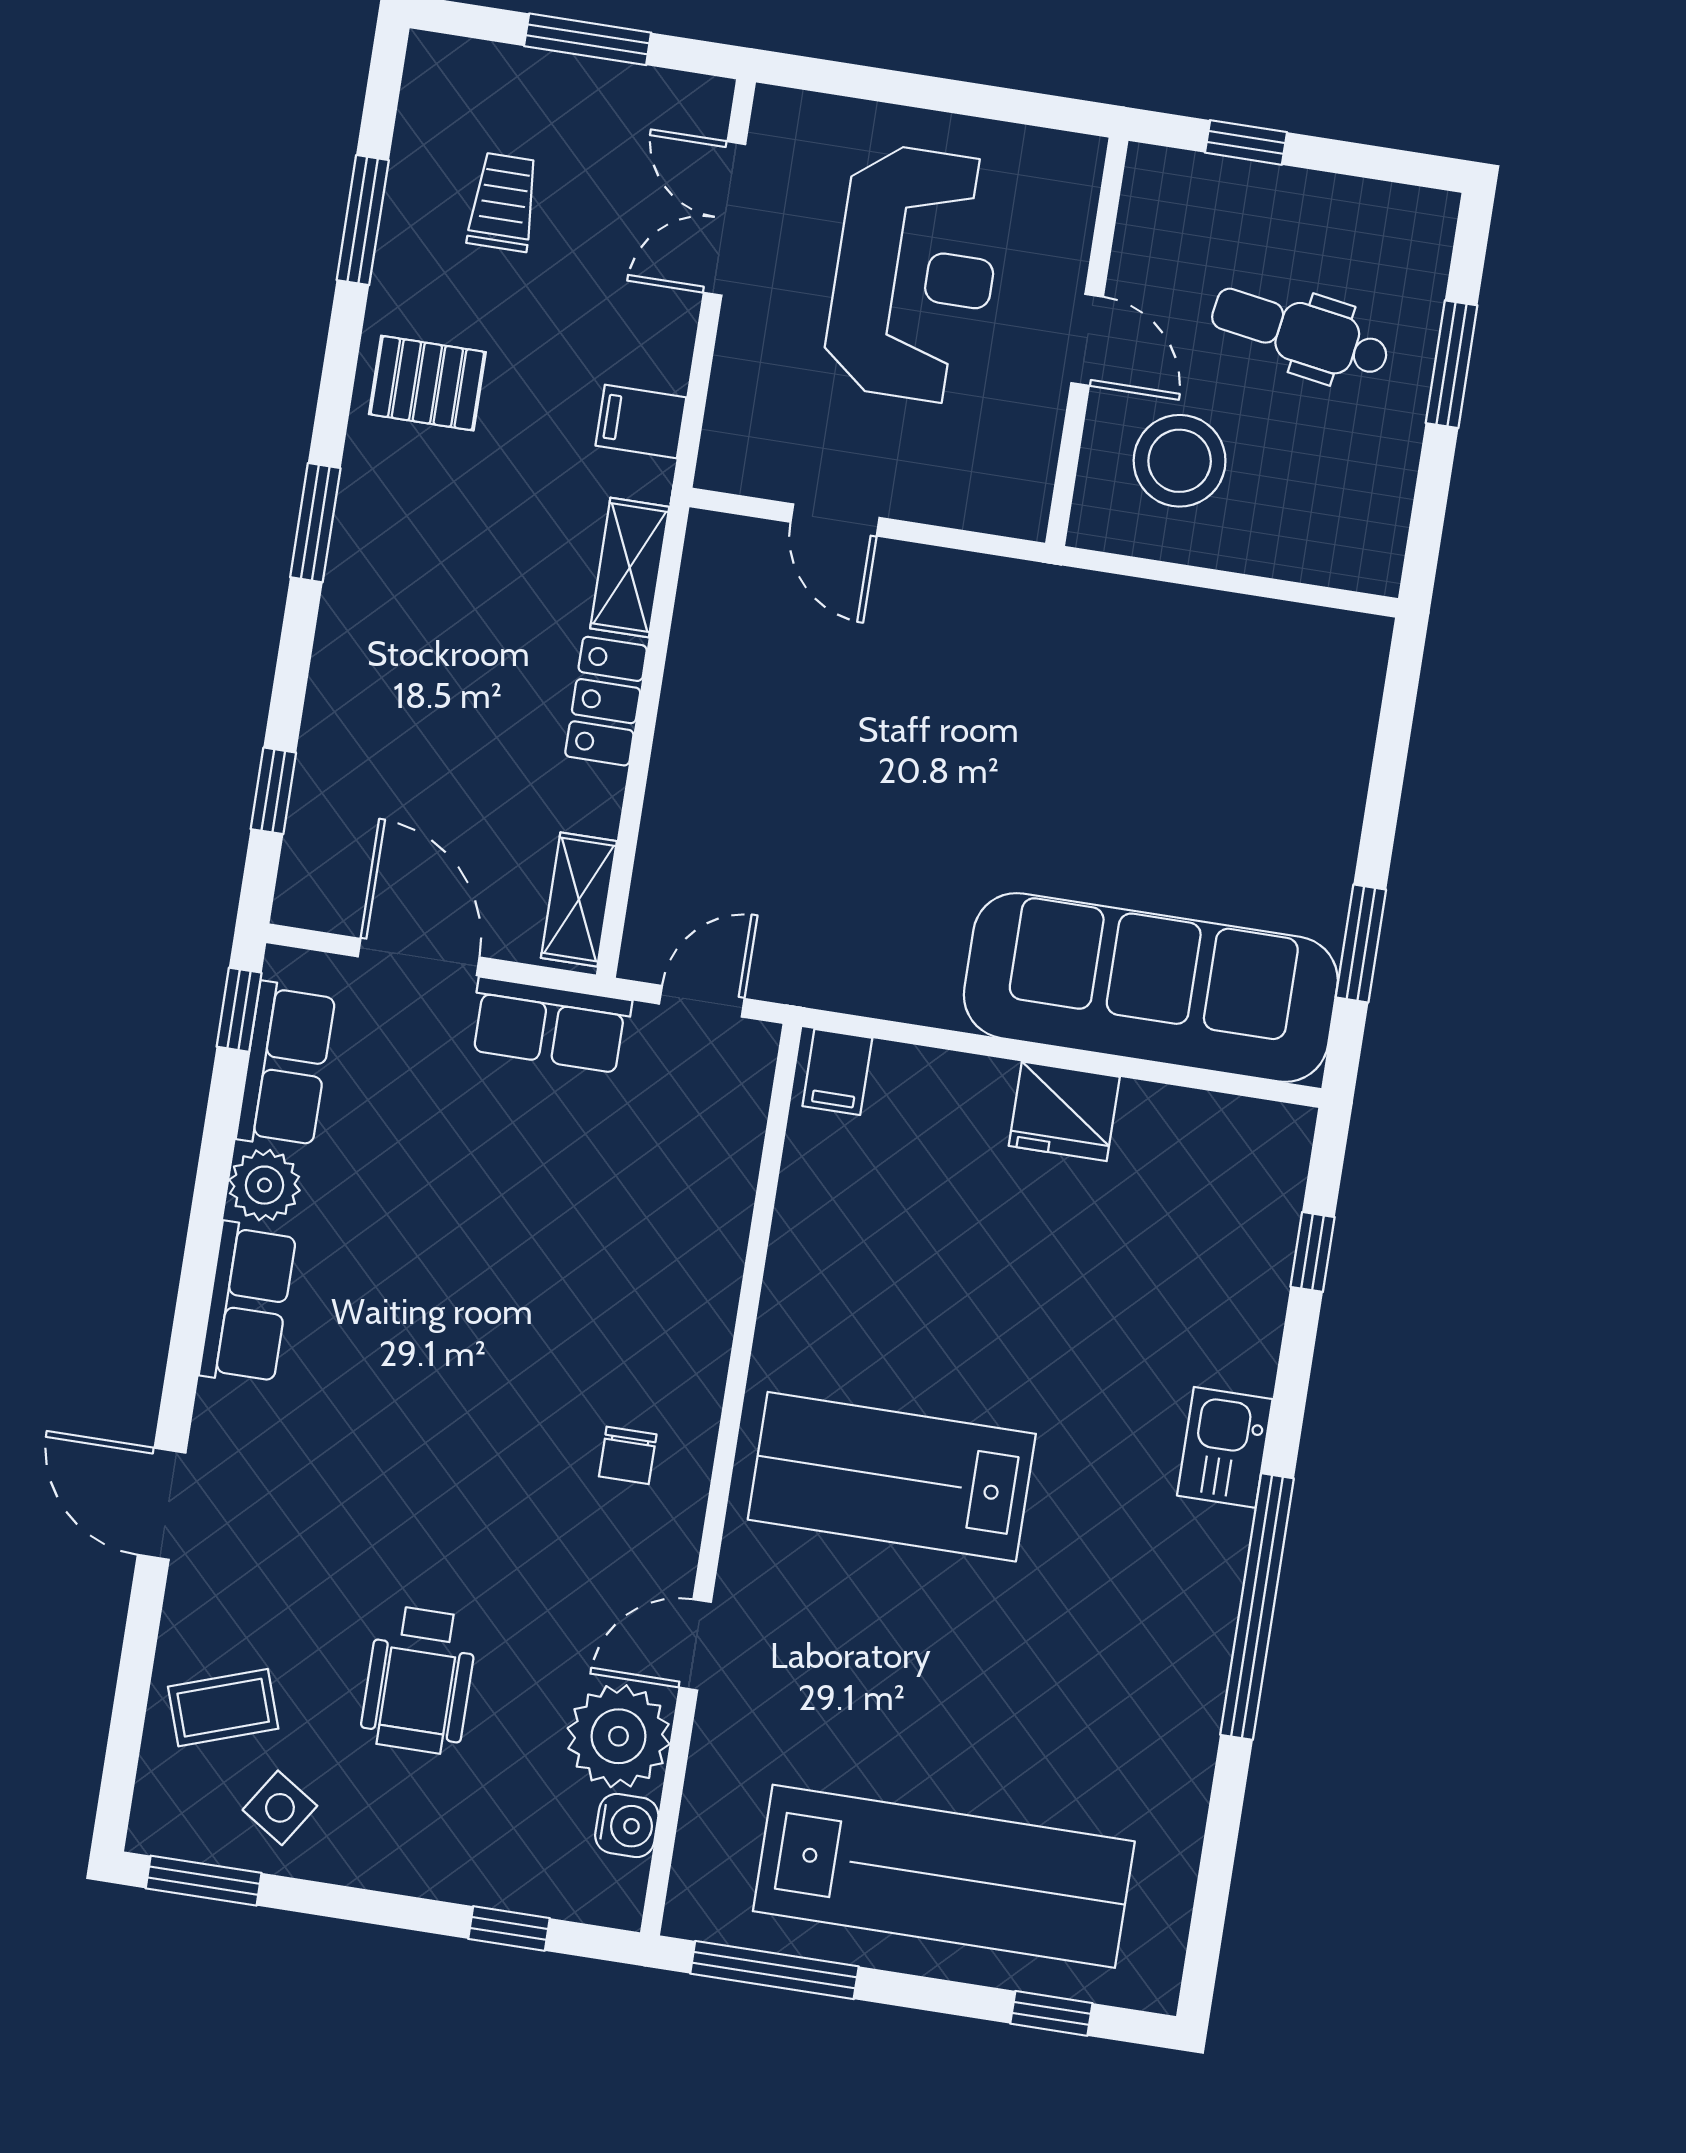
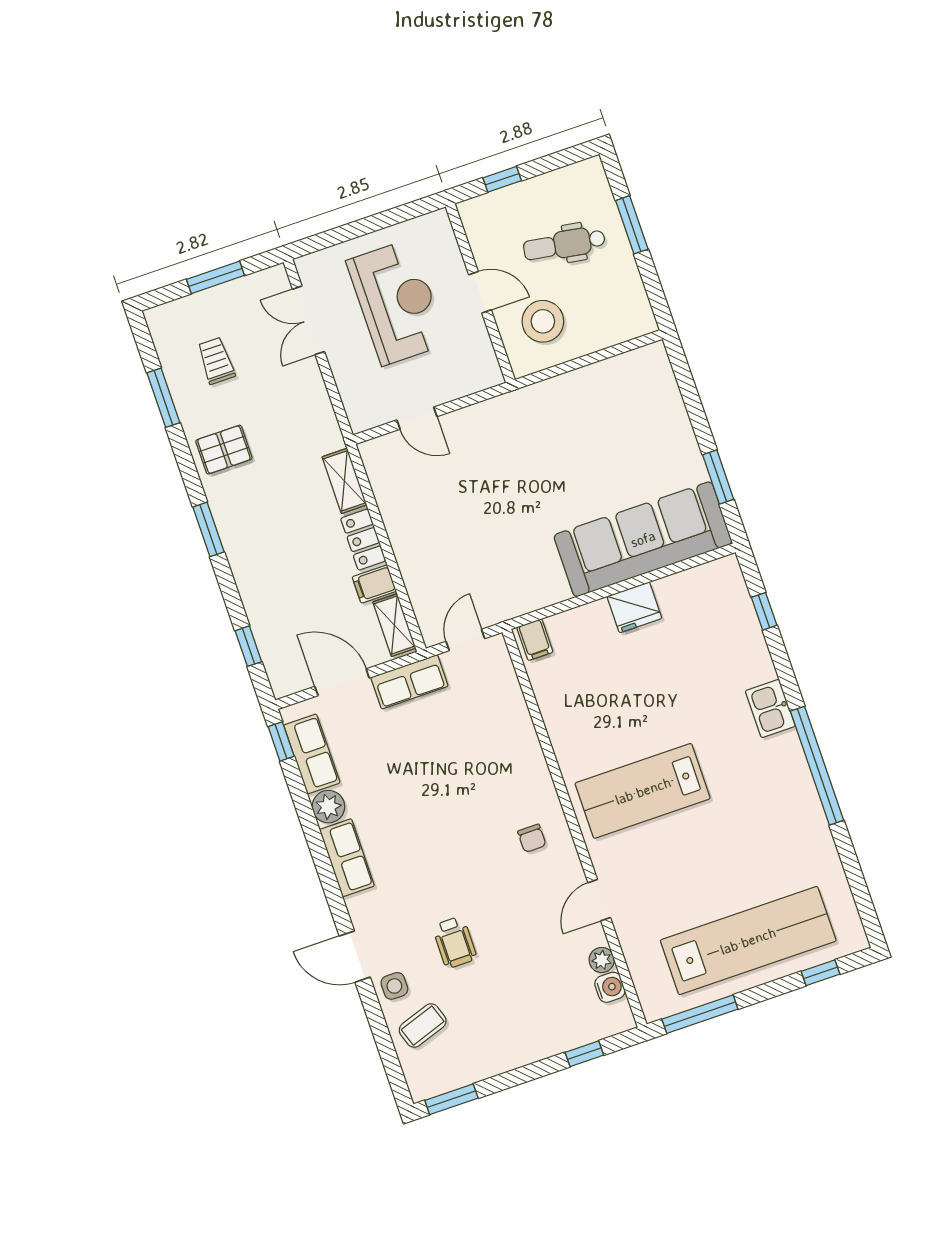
filing cabinet: (641, 422) -> (374, 584), moved
wheelchair: (419, 1680) -> (455, 942), moved, width x0.73, depth x0.73
plant: (619, 1736) -> (602, 960), width x0.53, depth x0.53
side table: (280, 1808) -> (394, 986), moved, turned -33

